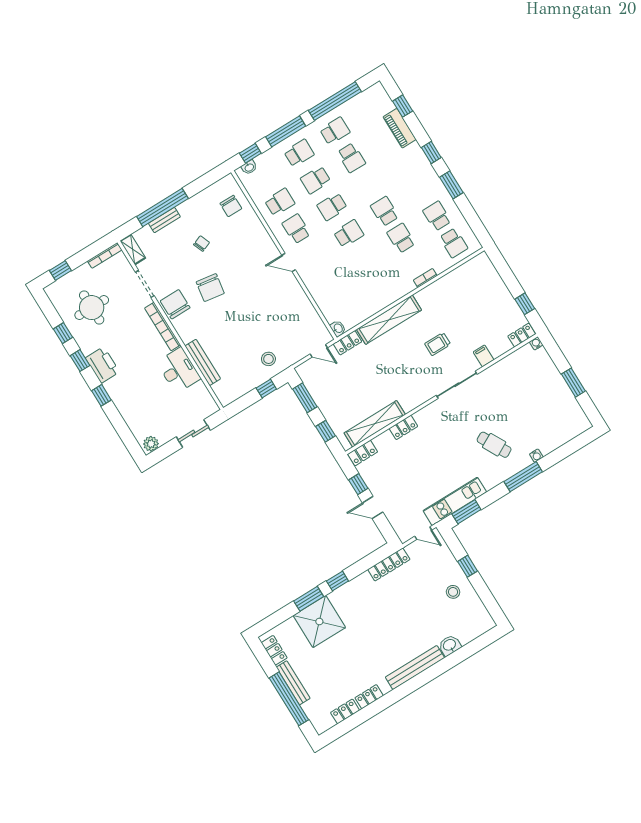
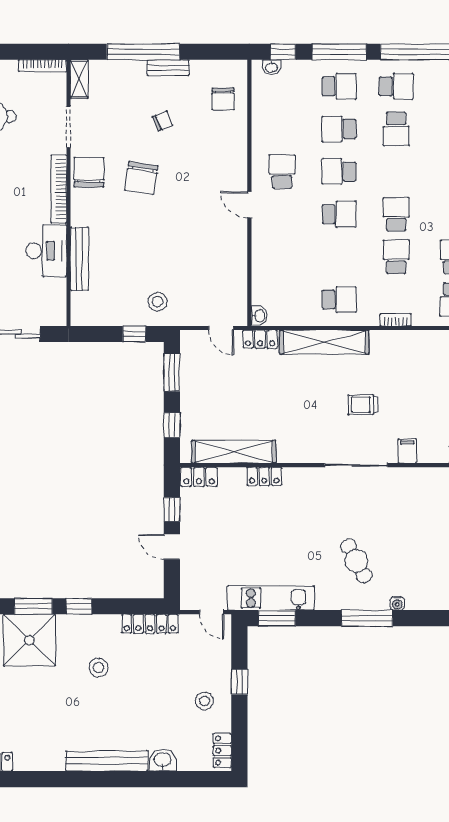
school desk: (280, 202) -> (339, 299), moved
bench: (164, 220) -> (168, 68), moved
stool: (374, 612) -> (99, 668), added
locker: (369, 697) -> (222, 751), moved, turned -90

